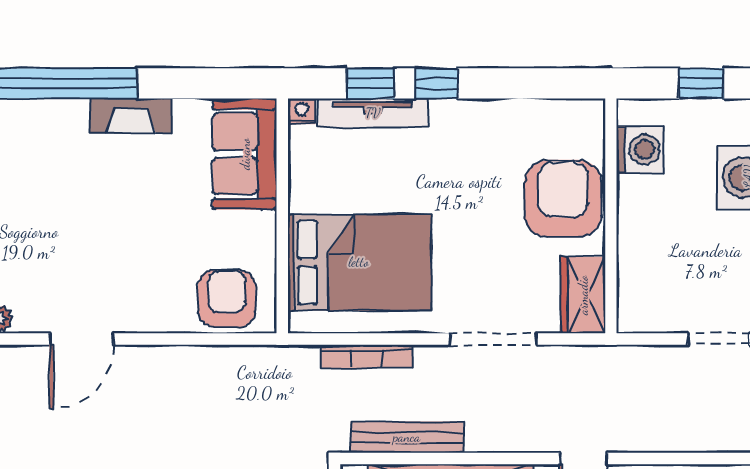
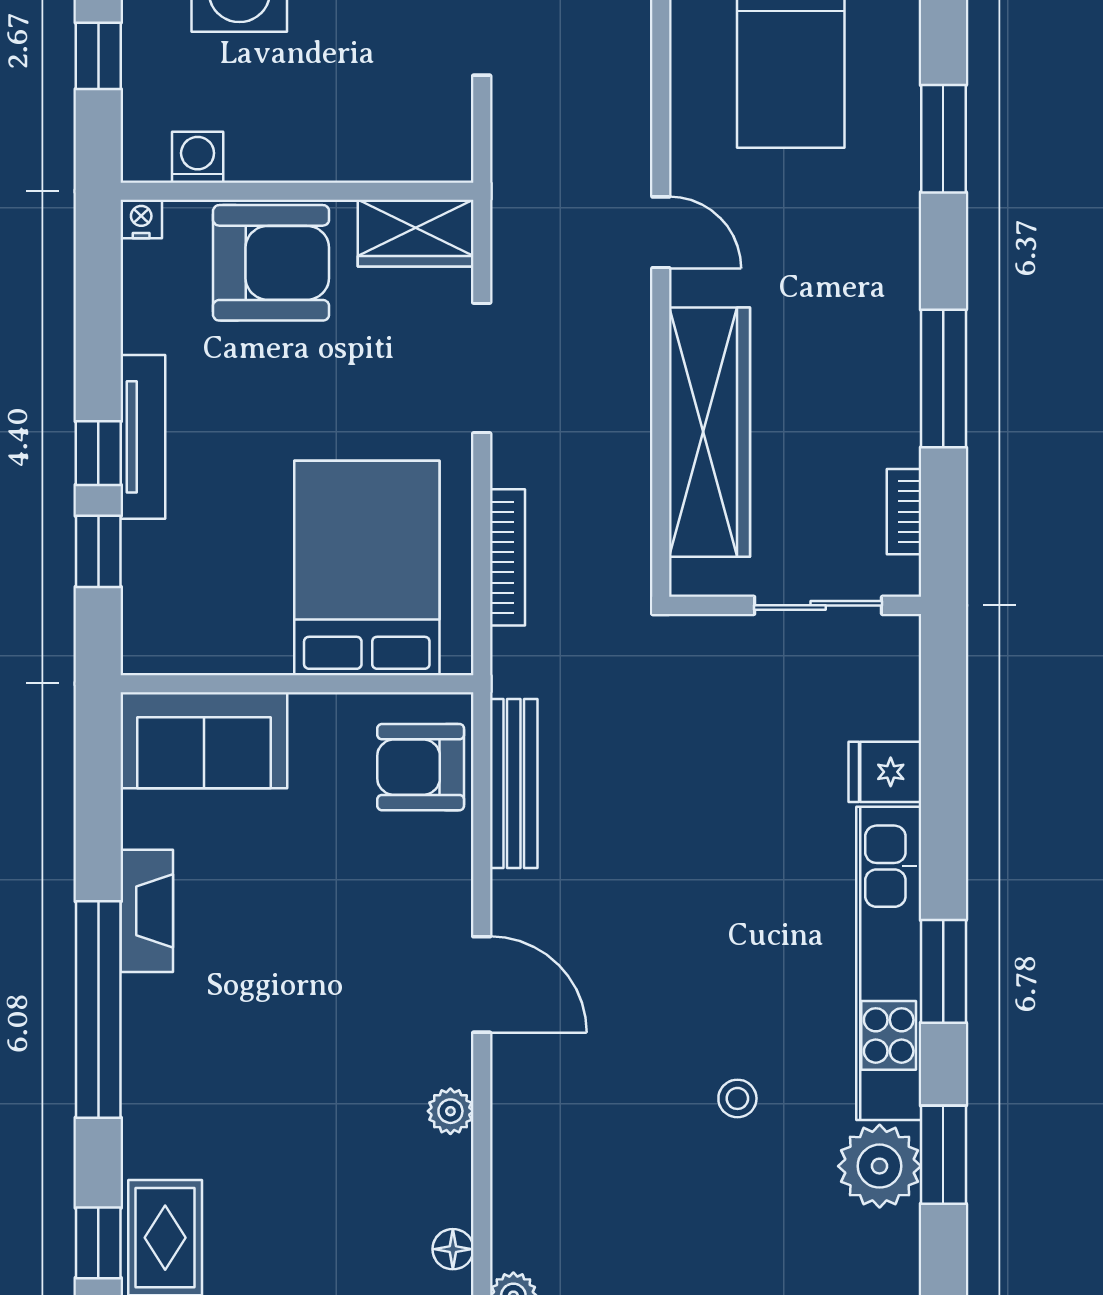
nightstand: (302, 111) -> (141, 219), moved, turned 90
tv unit: (373, 113) -> (143, 437), moved
washing machine: (640, 150) -> (198, 157), width x0.73, depth x0.73
armchair: (563, 199) -> (271, 263), turned 180
bench: (407, 437) -> (514, 784), moved

